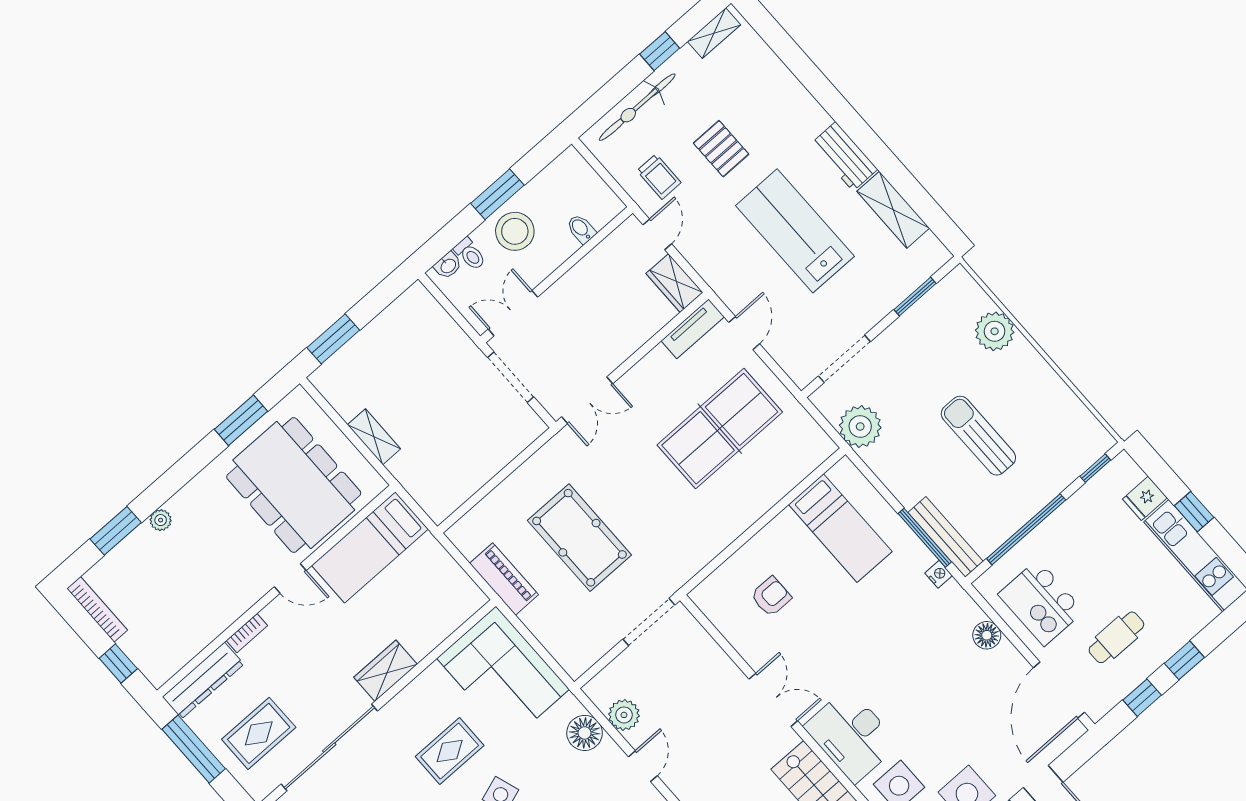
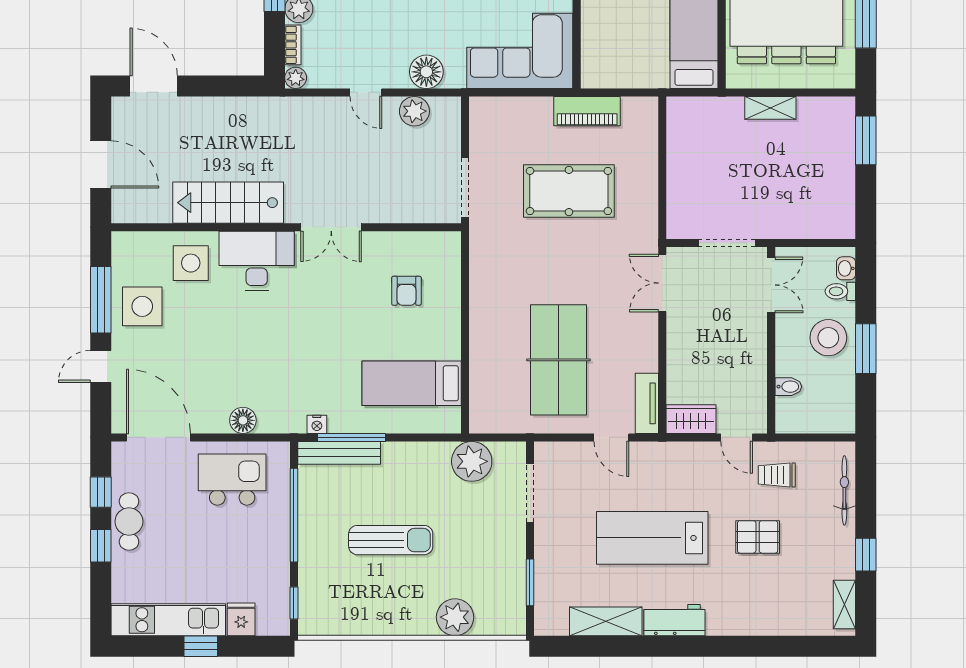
bicycle: (637, 107) -> (844, 490), width x0.73, depth x0.71
lab bench: (795, 231) -> (652, 538), turned 180
cafe table: (1116, 637) -> (129, 522), moved

